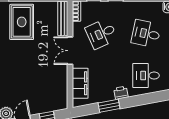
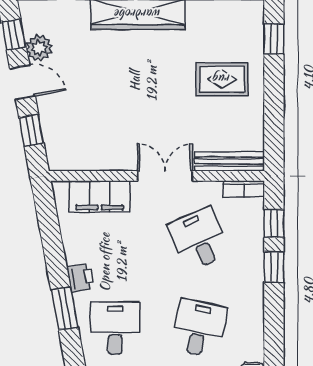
rug: (22, 22) -> (222, 79), width x0.73, depth x0.70
window: (109, 106) -> (65, 309), moved

